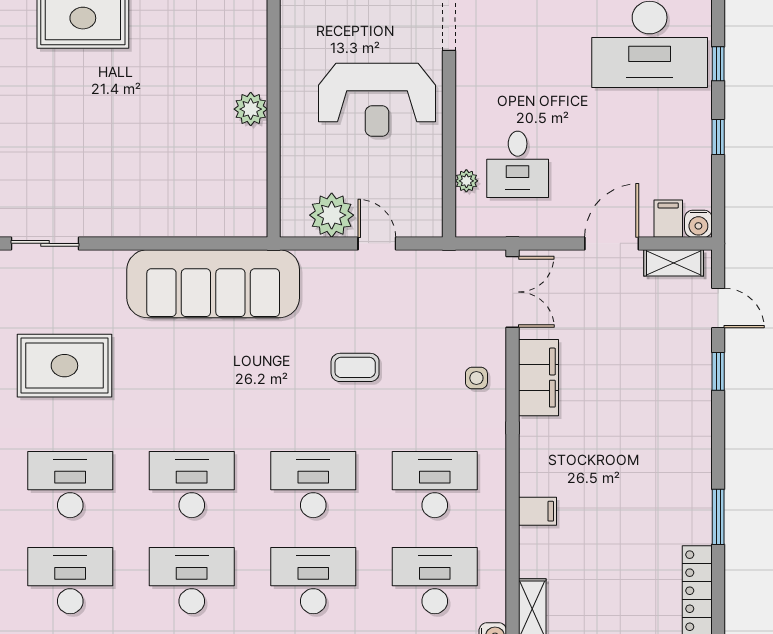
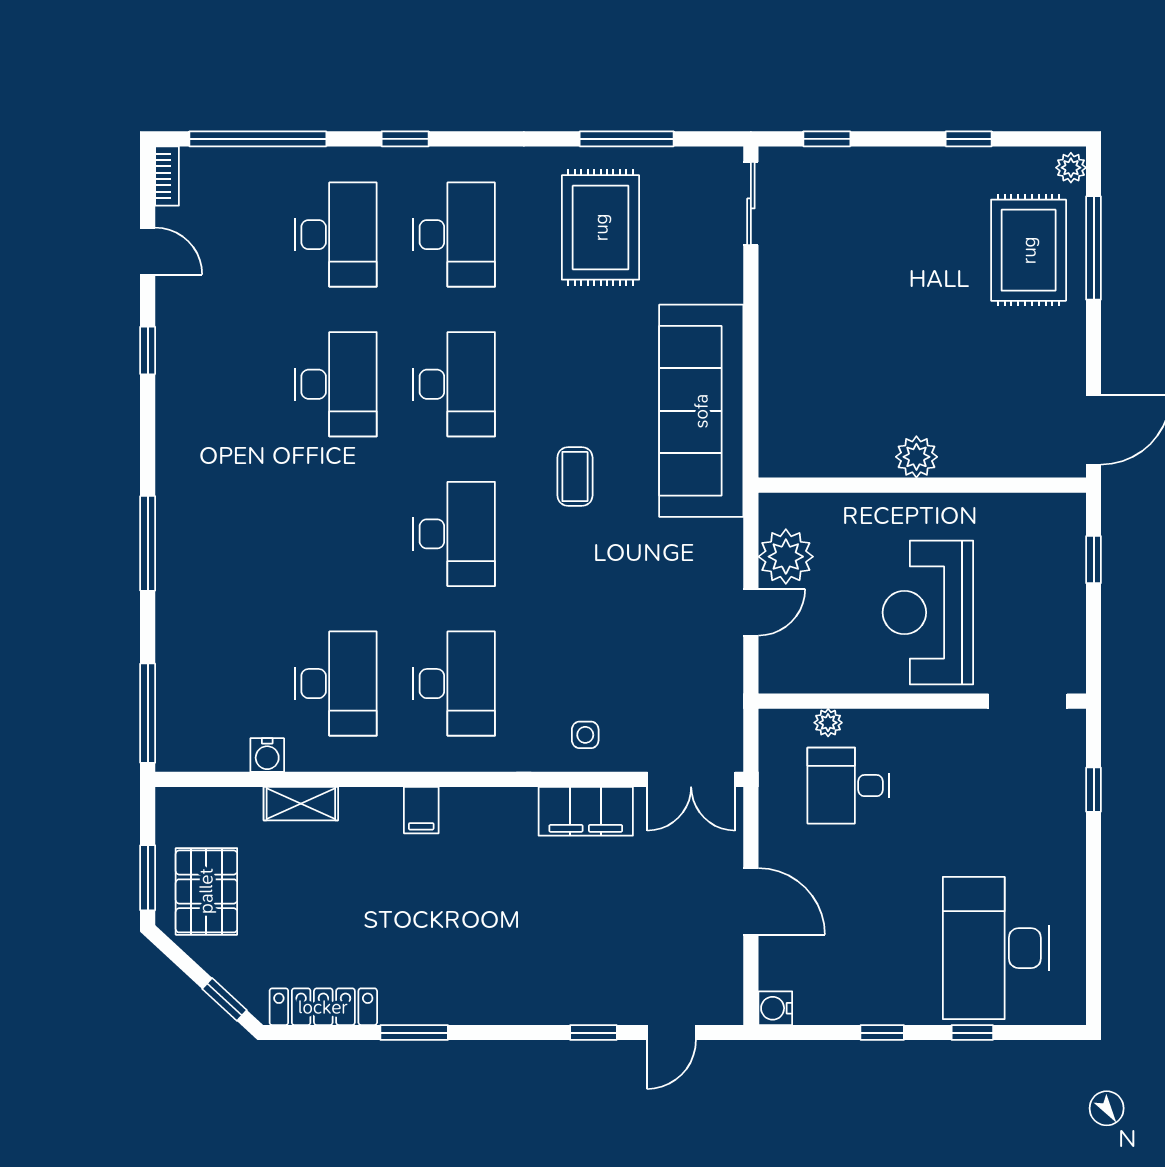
filing cabinet: (668, 219) -> (782, 971), removed
shelving: (674, 263) -> (727, 978), removed
coffee table: (355, 367) -> (575, 477), moved
desk: (313, 581) -> (336, 534), removed

